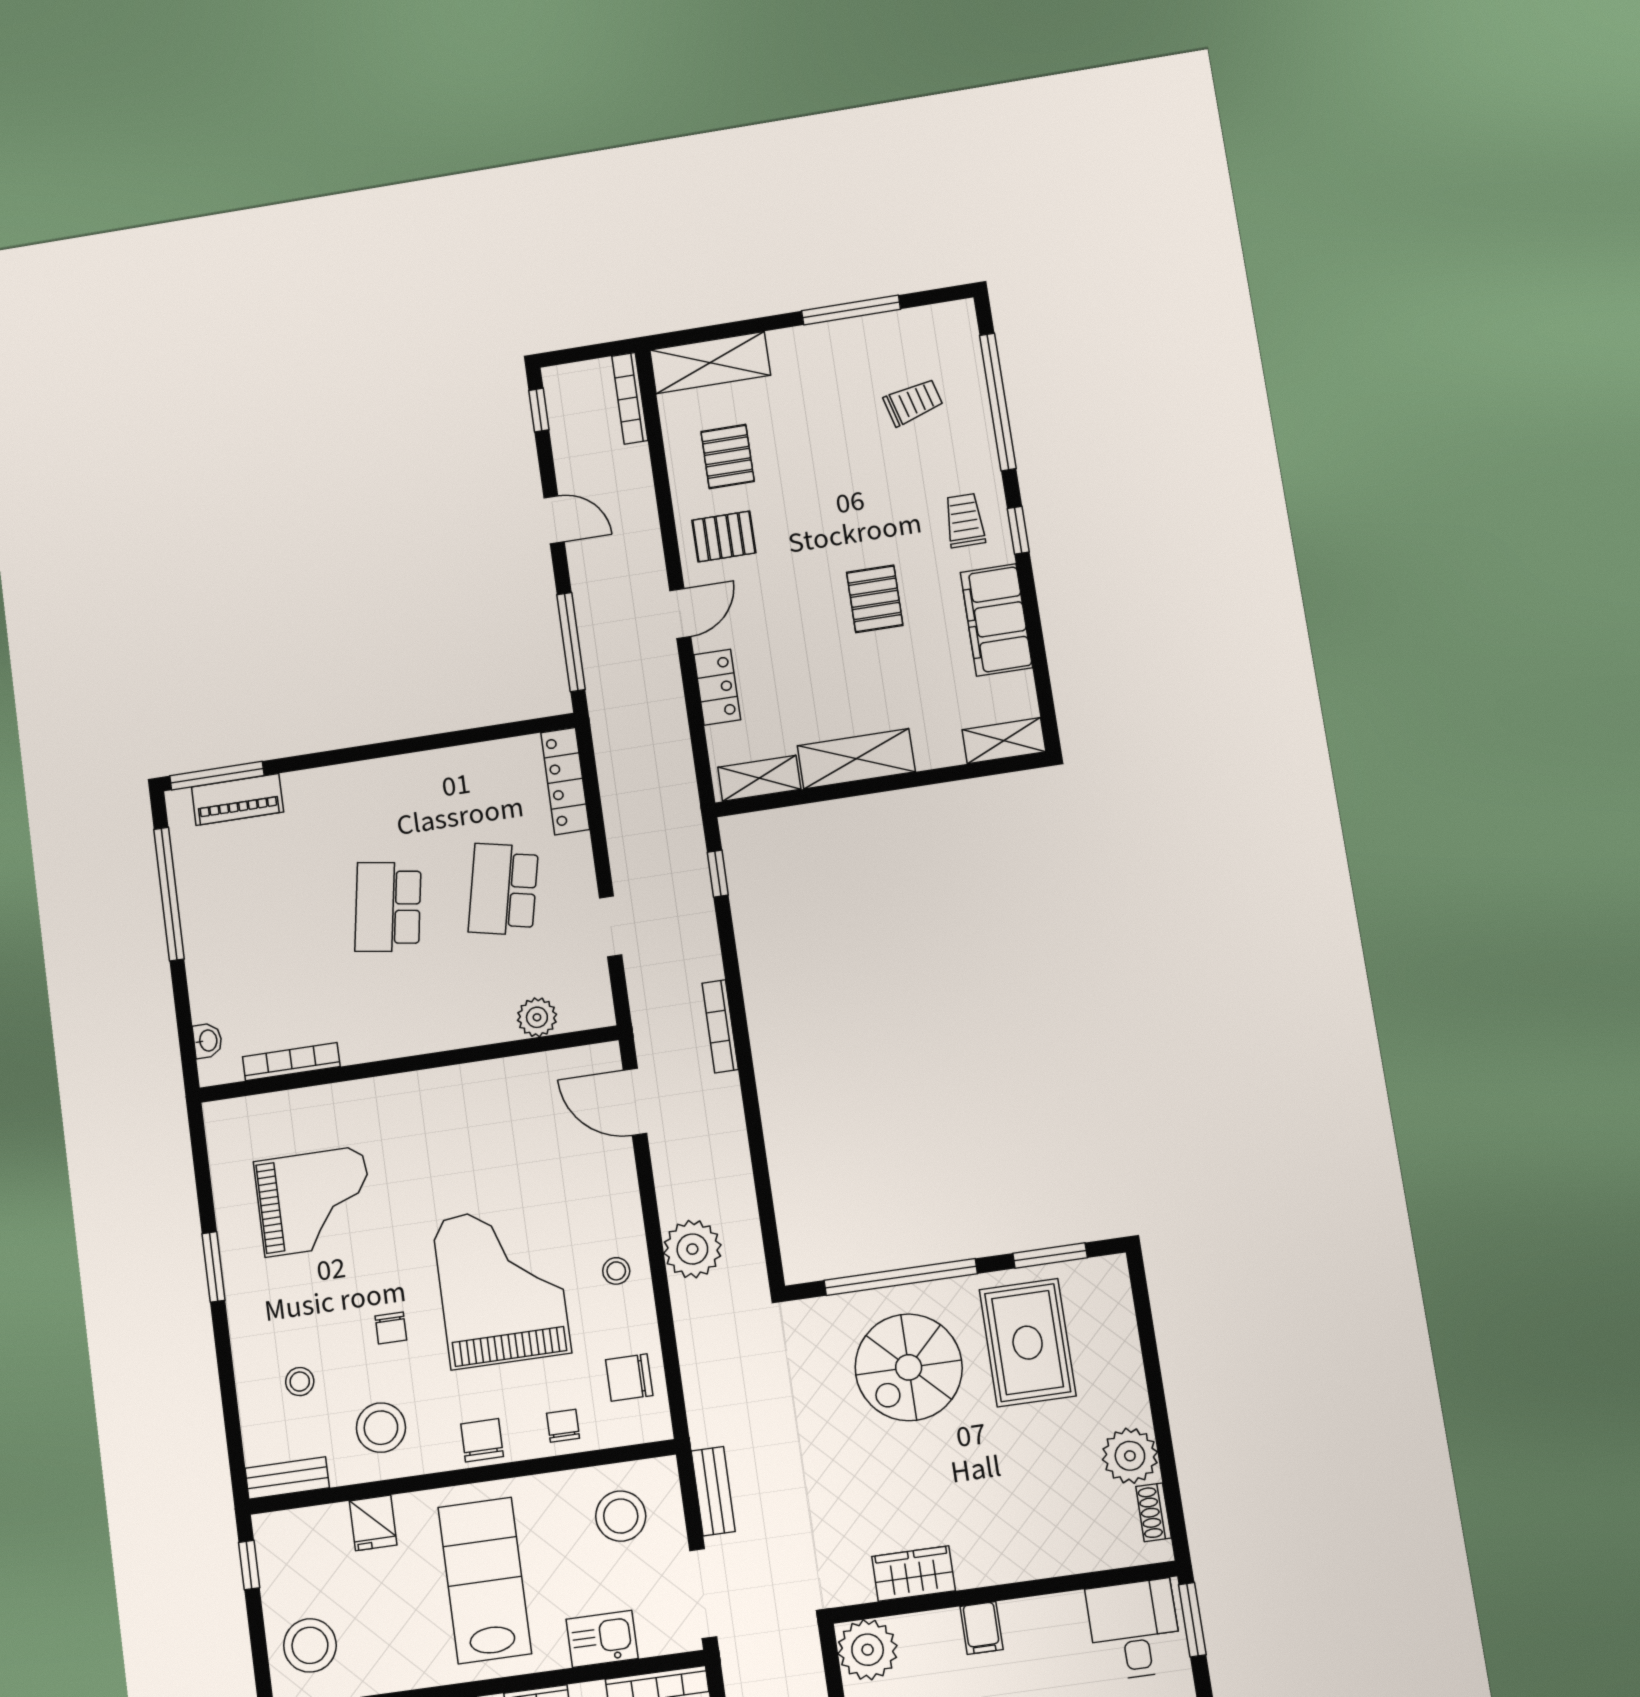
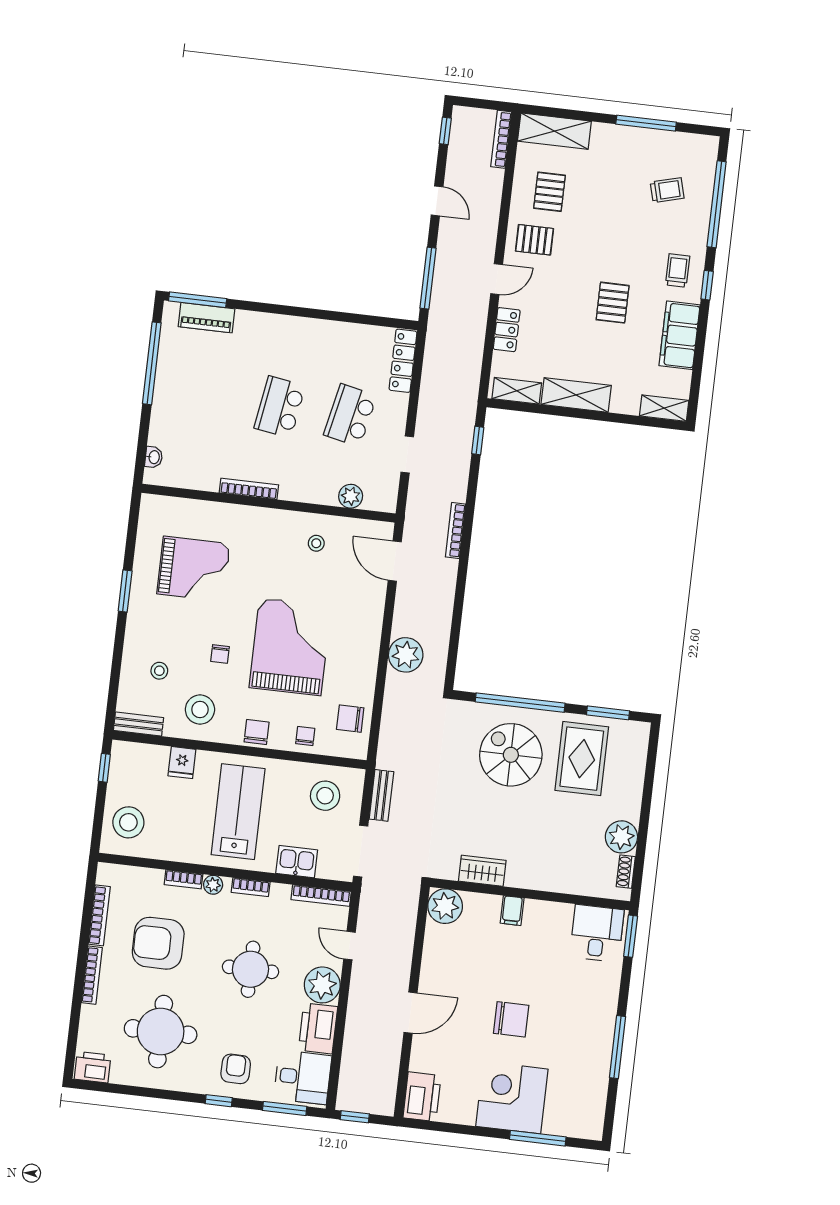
bookcase: (291, 1062) -> (249, 489), moved
stool: (616, 1271) -> (316, 543), moved
spiral stairs: (909, 1367) -> (511, 755), turned 90

